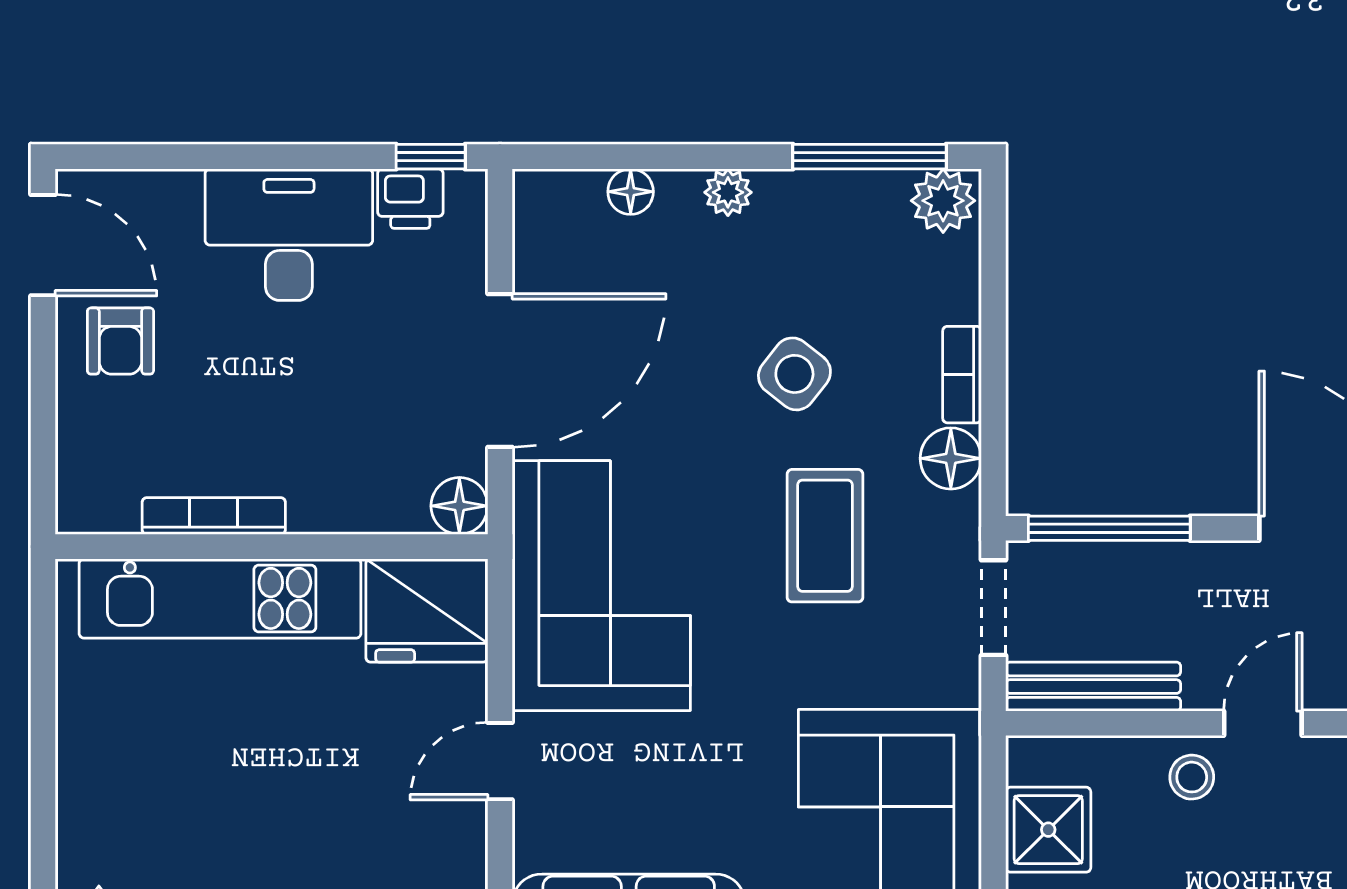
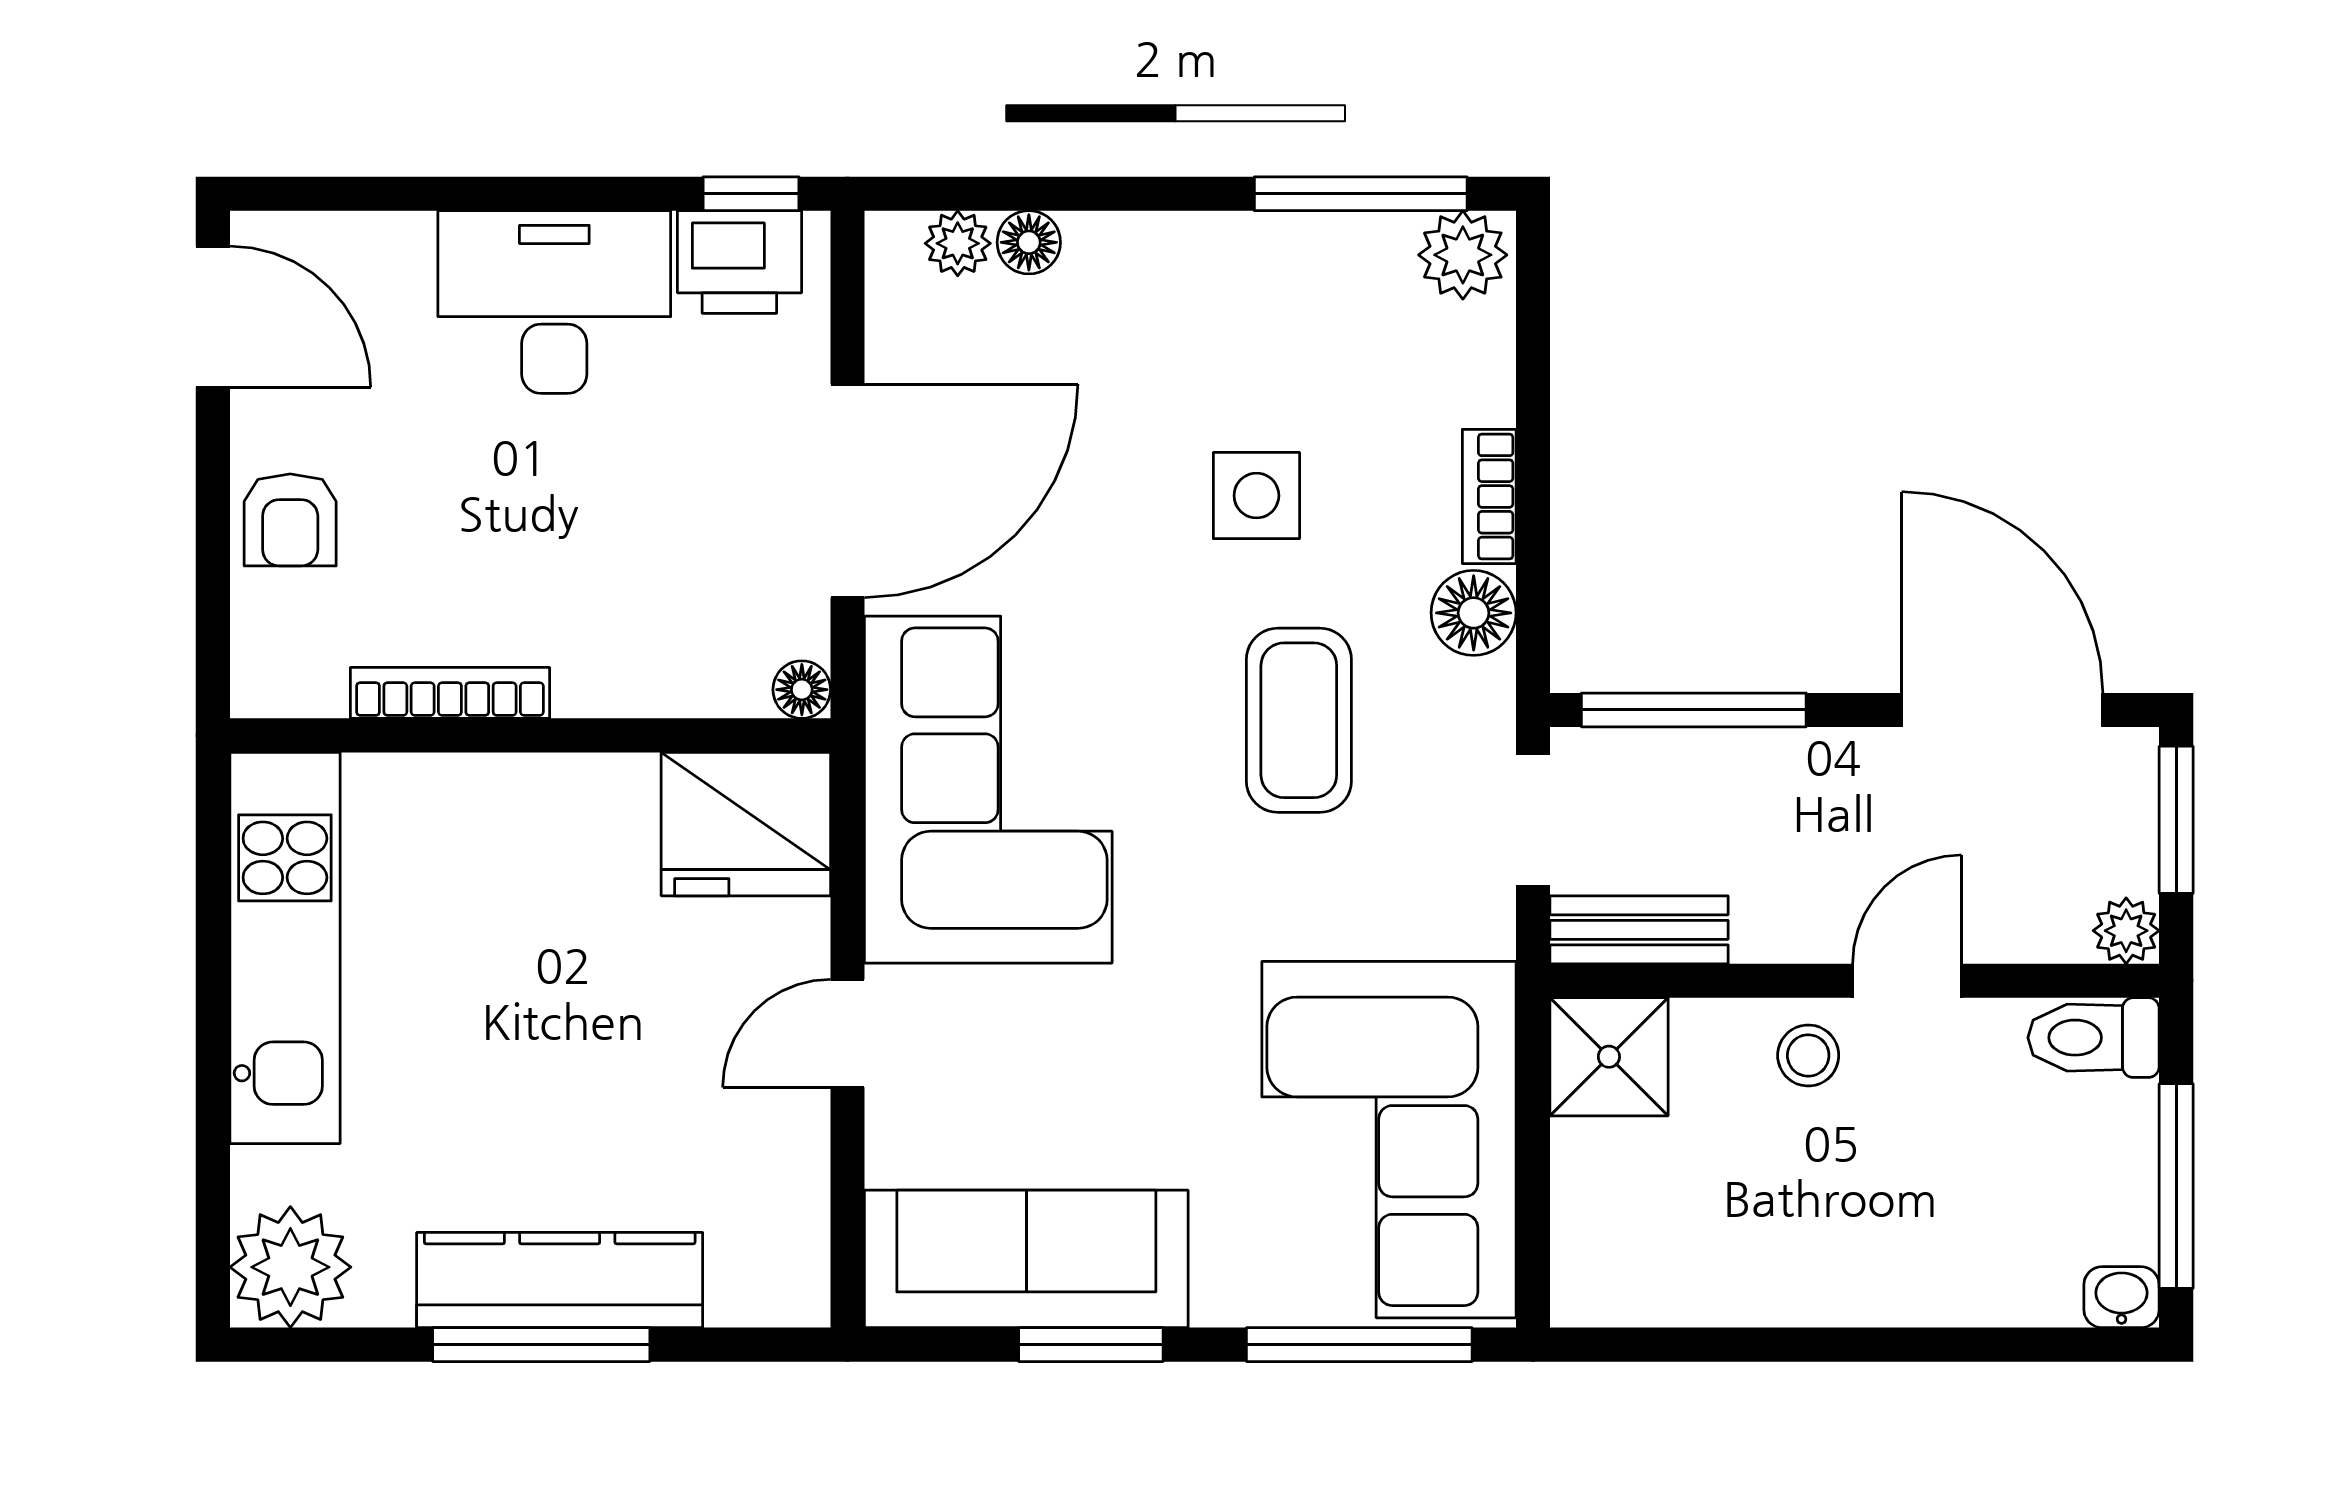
plant: (728, 192) -> (958, 243), moved
printer: (410, 199) -> (739, 262), width x1.36, depth x1.24
armchair: (120, 341) -> (290, 520), moved
side table: (794, 374) -> (1256, 496), turned -38
floor lamp: (459, 506) -> (802, 690), width x0.73, depth x0.73
kitchen unit: (220, 598) -> (285, 948), moved, turned -90
bench: (1093, 687) -> (1639, 930), width x0.73
shower: (1048, 830) -> (1609, 1057), moved

